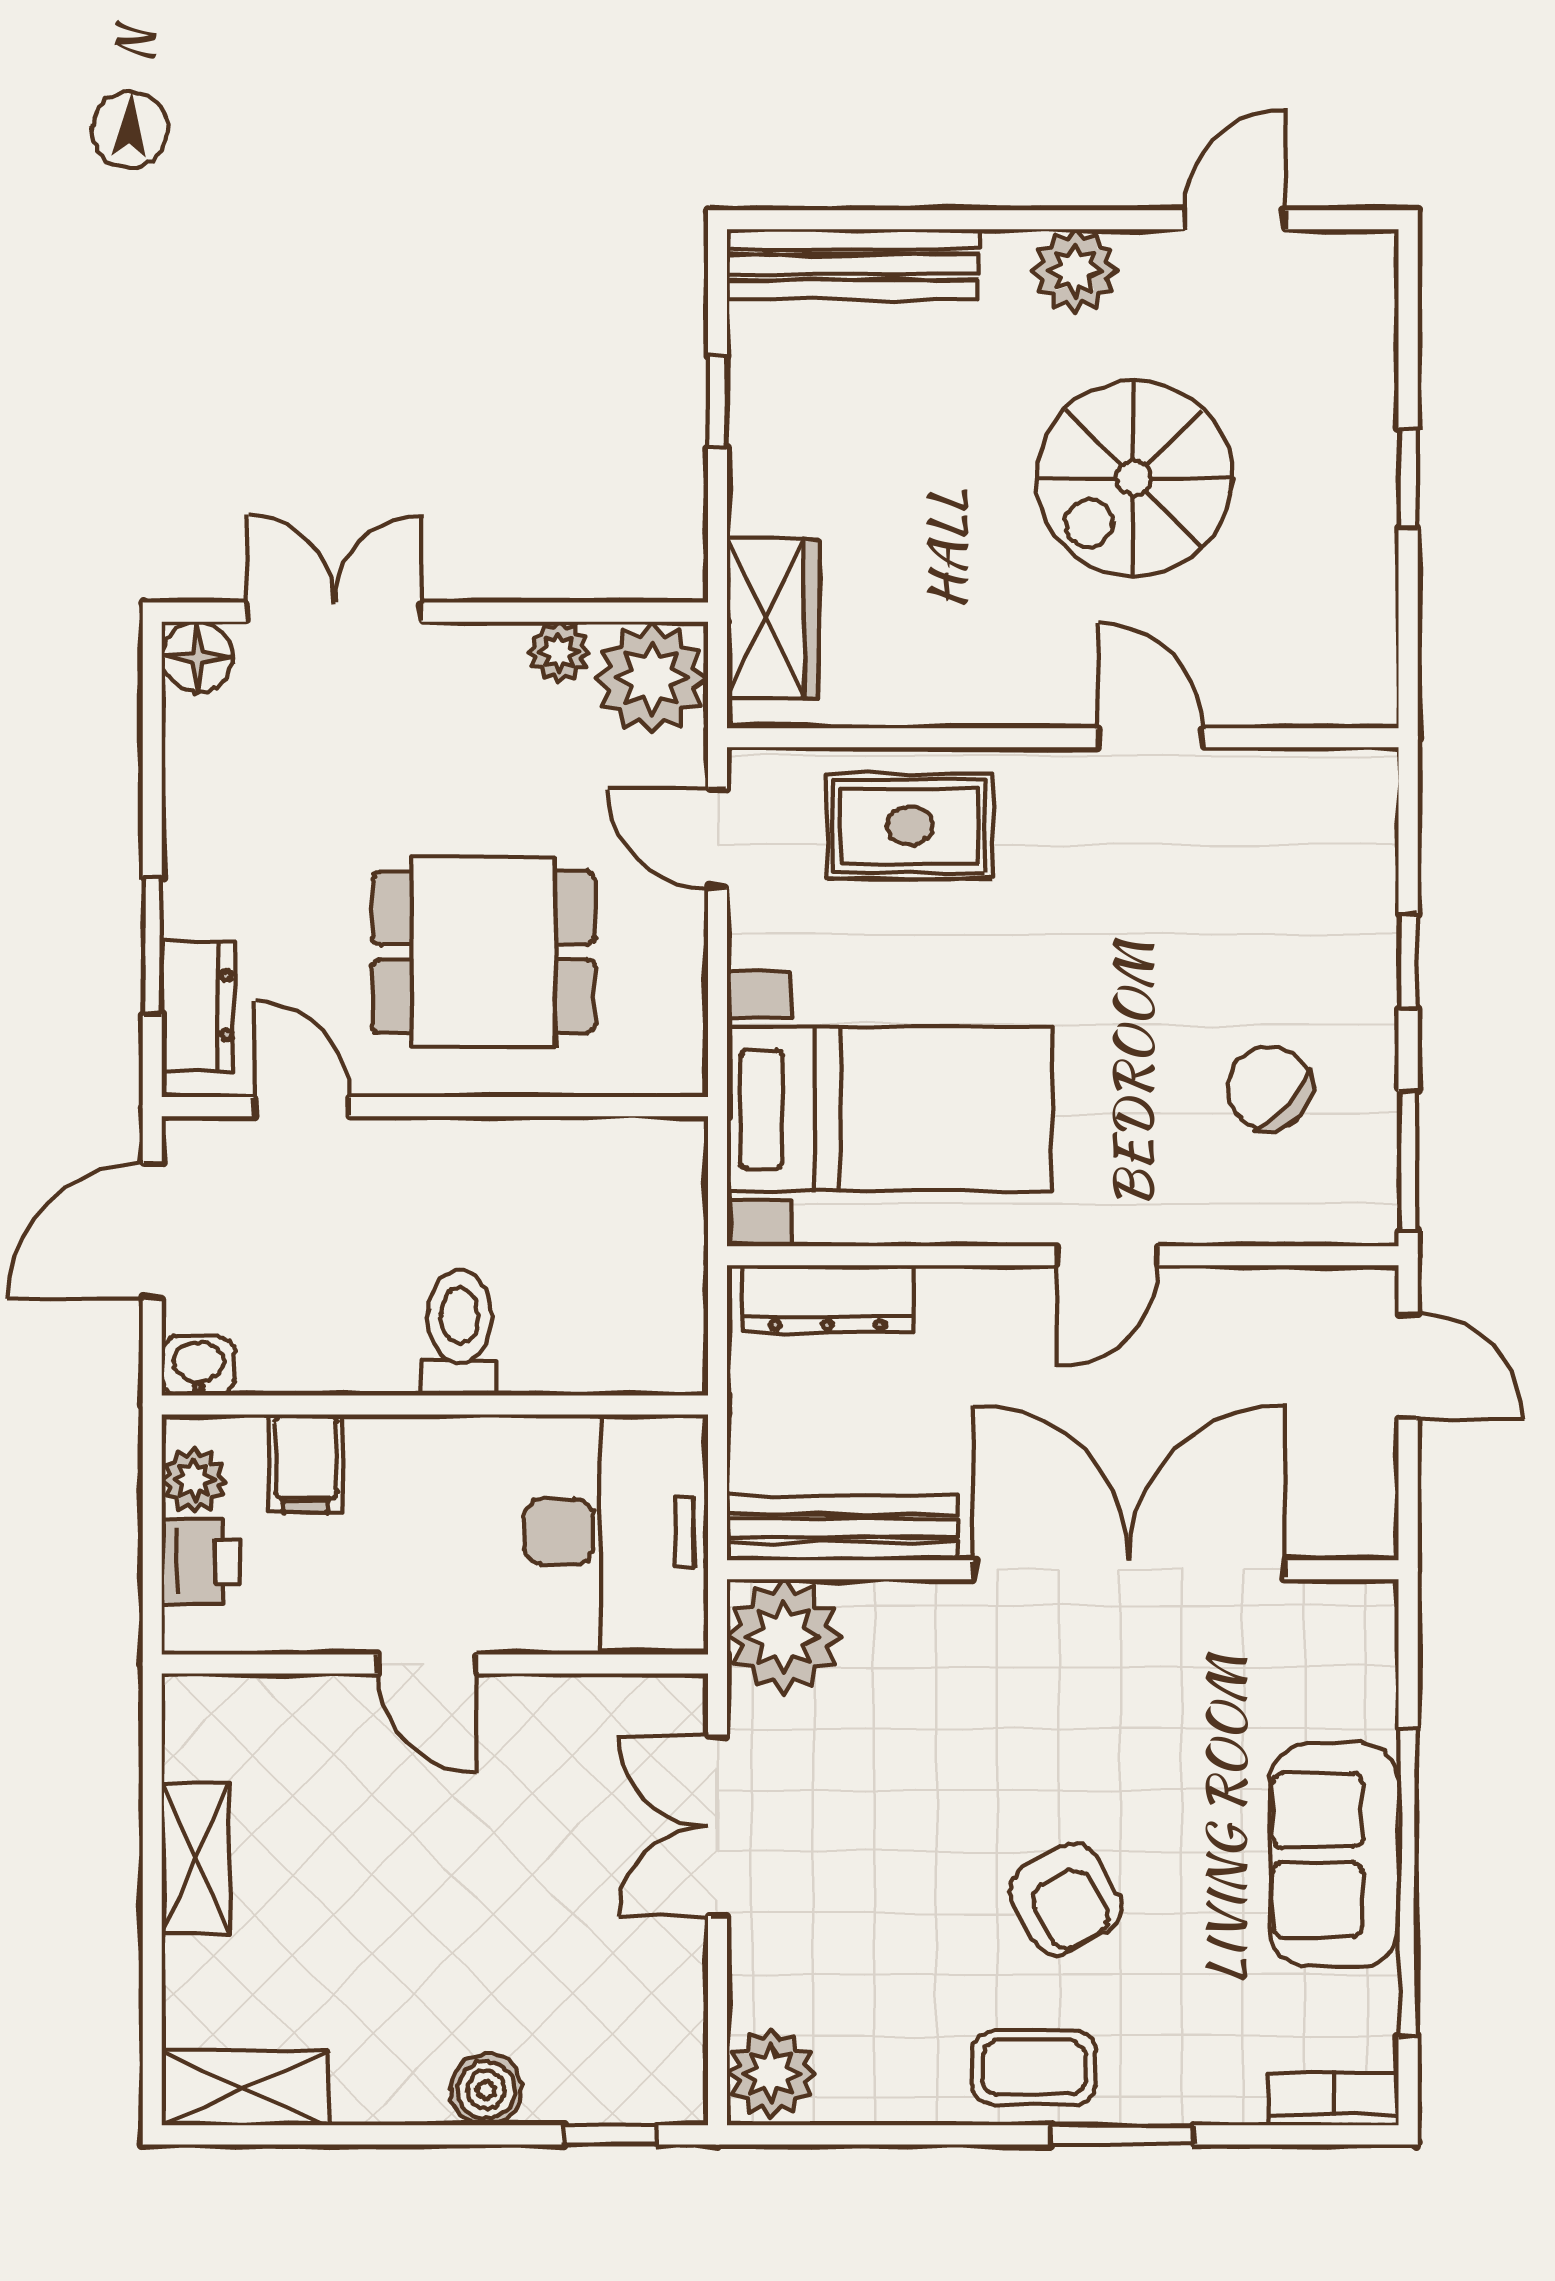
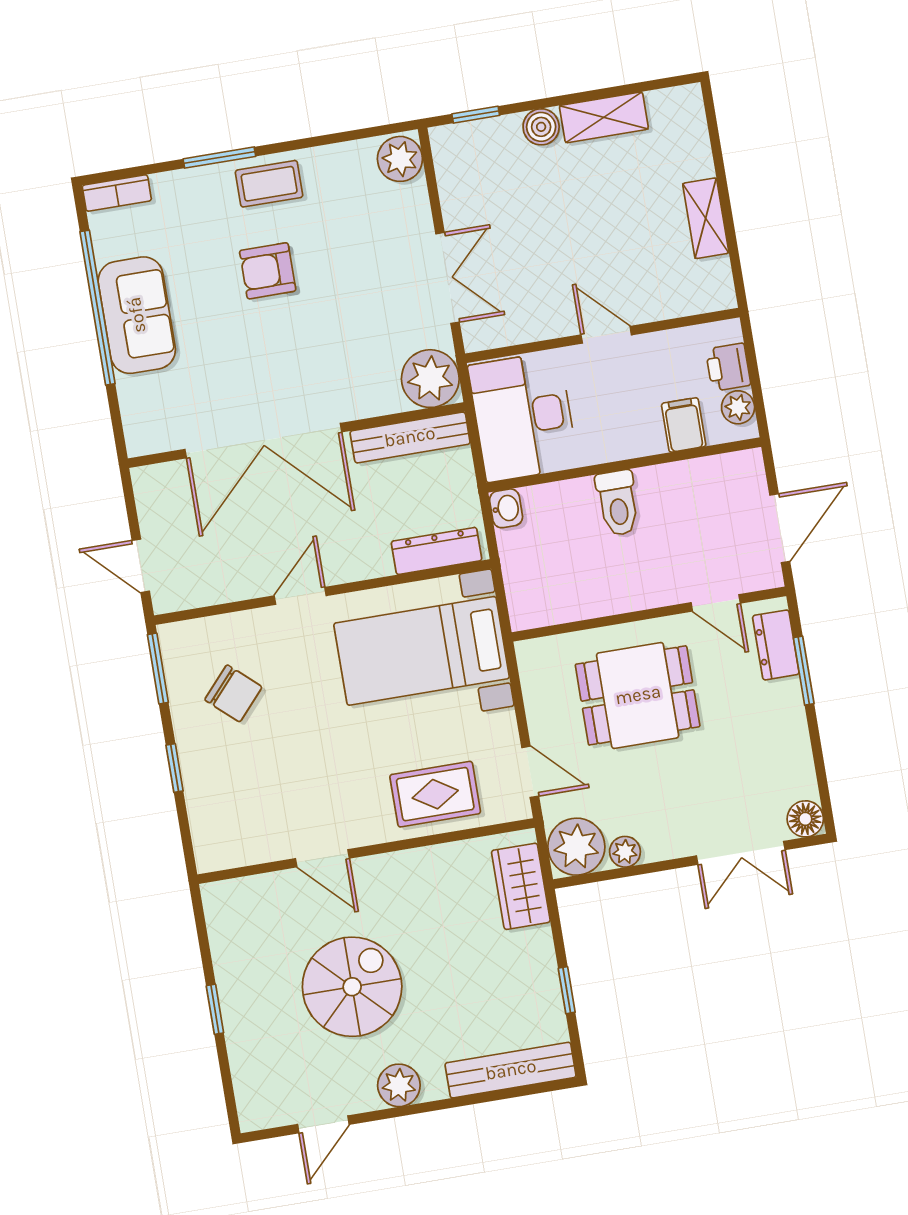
washbasin: (198, 1366) -> (506, 508), moved, turned -90
armchair: (1065, 1899) -> (268, 271), turned -62
shelving: (245, 2088) -> (604, 117), moved

